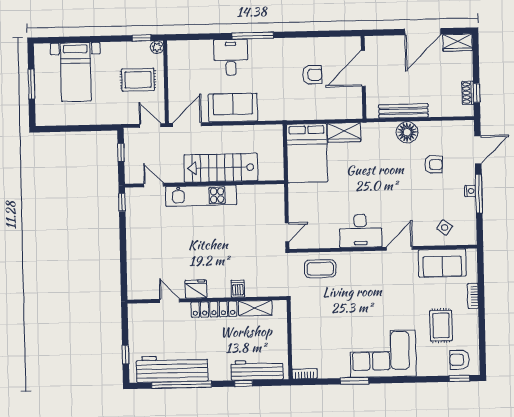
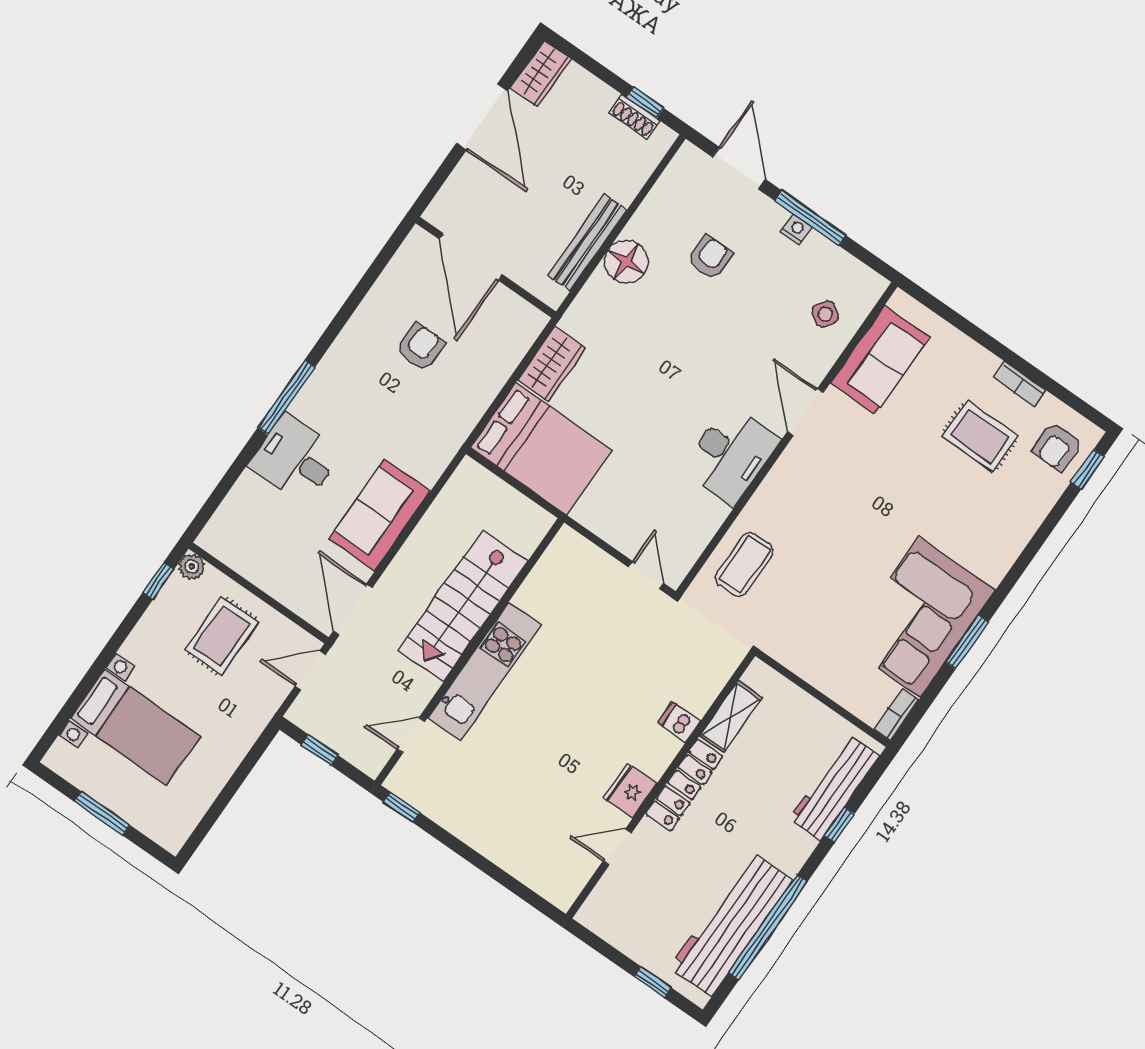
bookcase: (473, 296) -> (1020, 384), moved
corner sofa: (383, 354) -> (920, 617), moved

